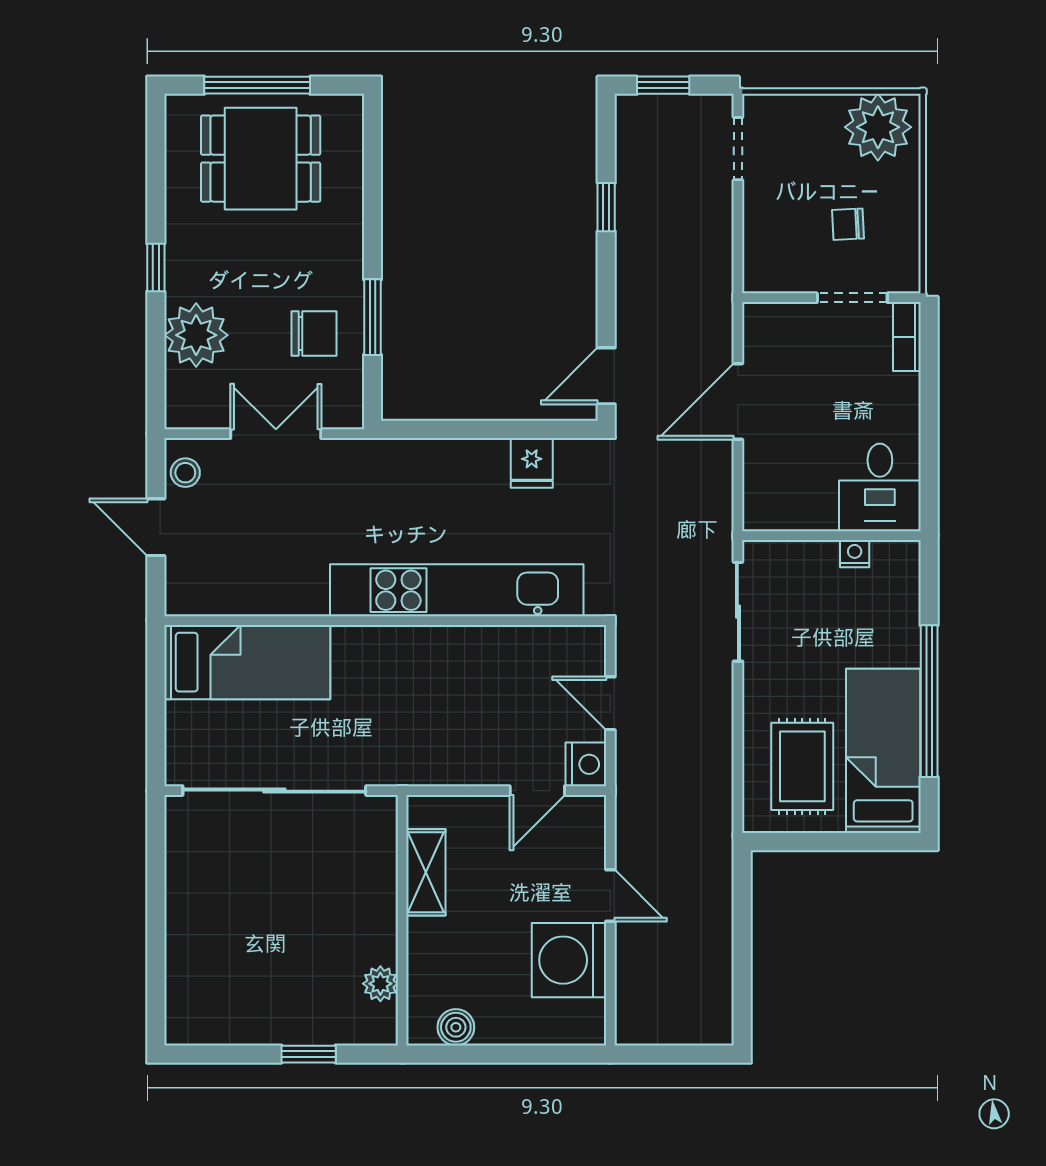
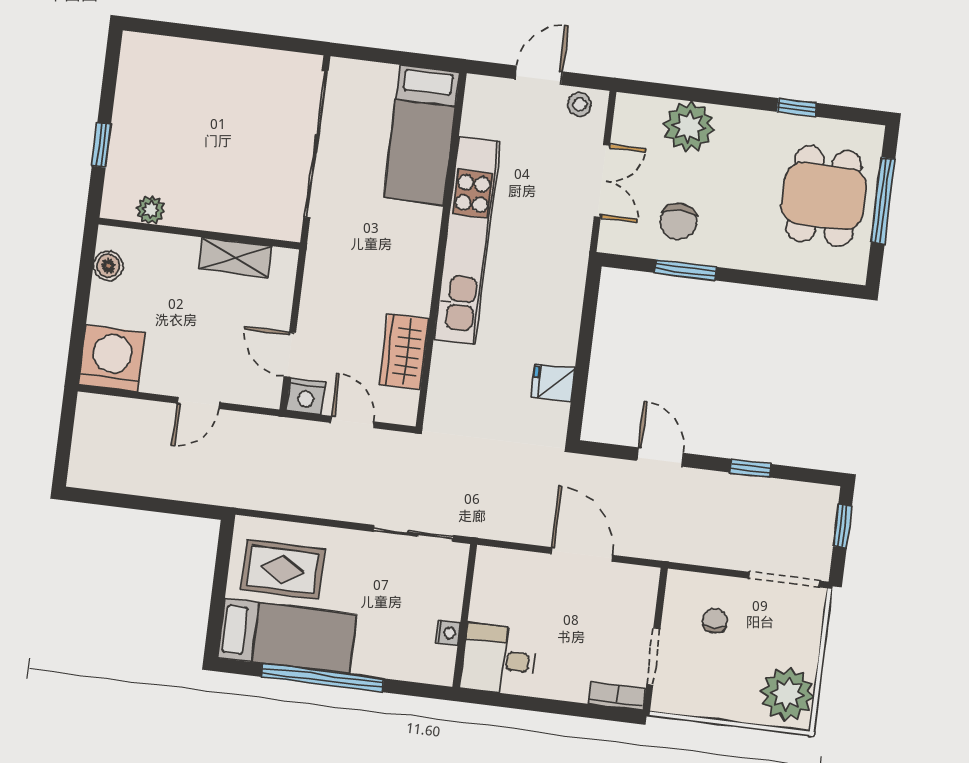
doorway: (738, 149) -> (784, 580), width x1.38
chair: (848, 224) -> (715, 621), moved
window: (156, 268) -> (797, 107), moved
door: (606, 376) -> (660, 457), moved
kitchen unit: (457, 590) -> (467, 240), moved
wardrobe: (516, 650) -> (404, 352), added
door: (610, 703) -> (352, 422), hinge flipped
washing machine: (569, 960) -> (112, 358), moved

